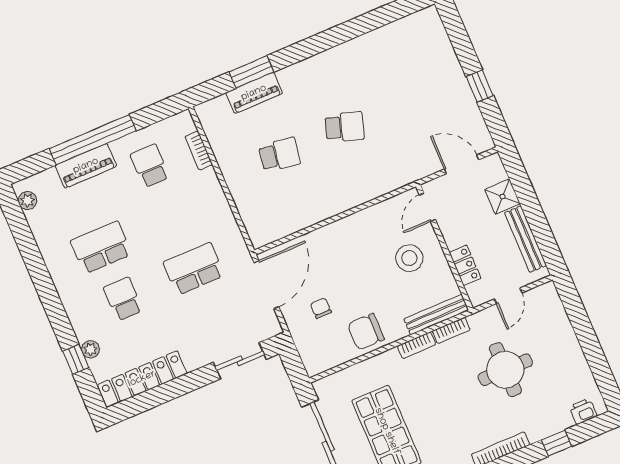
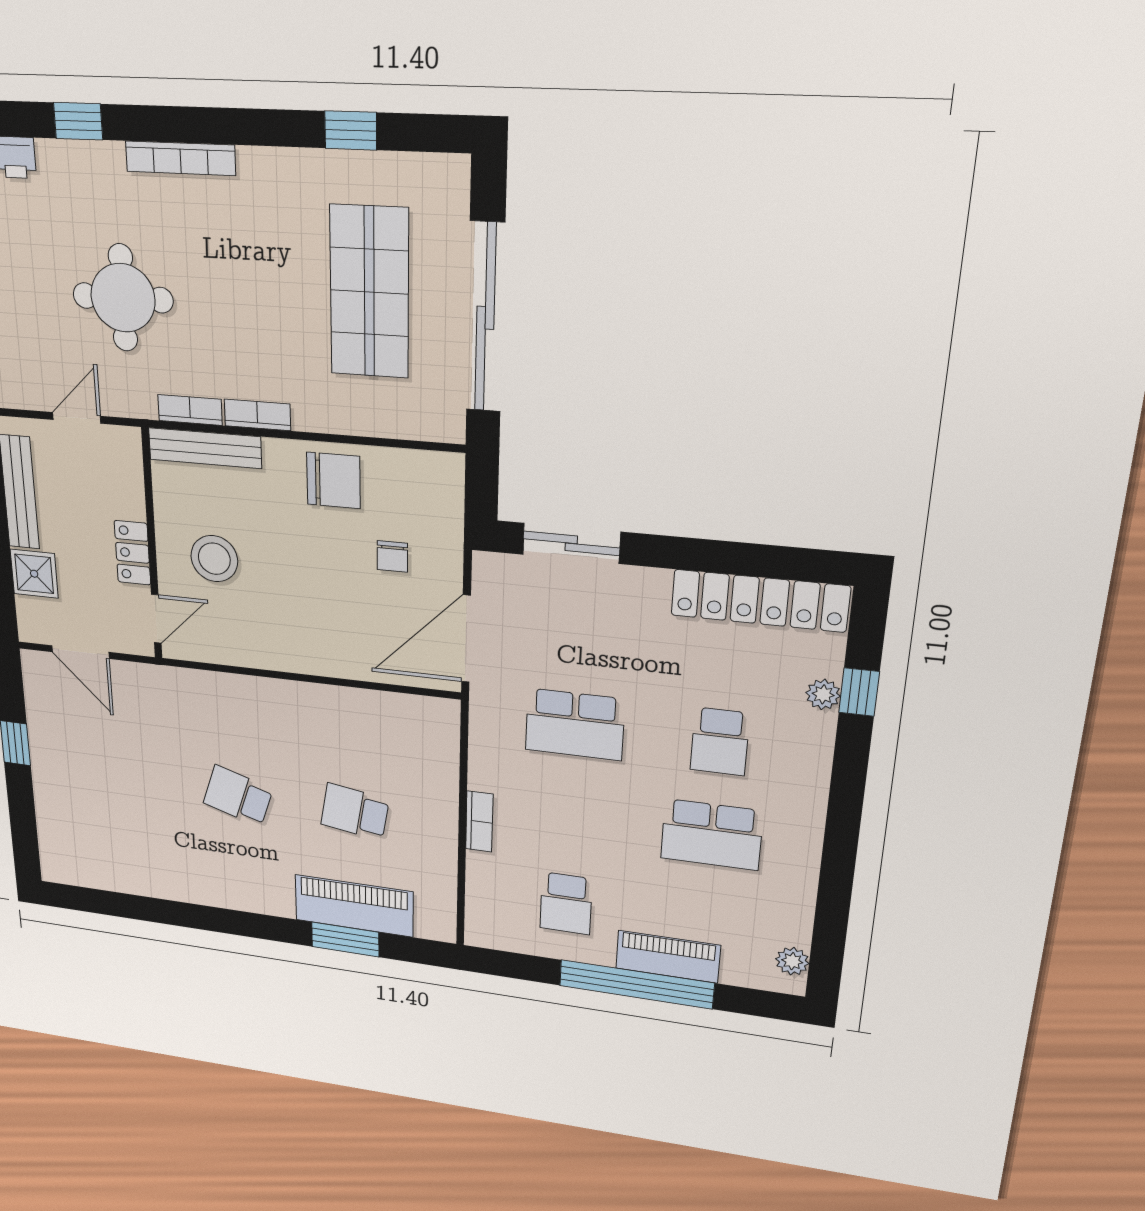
piano: (254, 93) -> (354, 906), width x1.37, depth x1.33
bookcase: (199, 150) -> (479, 822), moved
locker: (465, 265) -> (132, 553), moved

